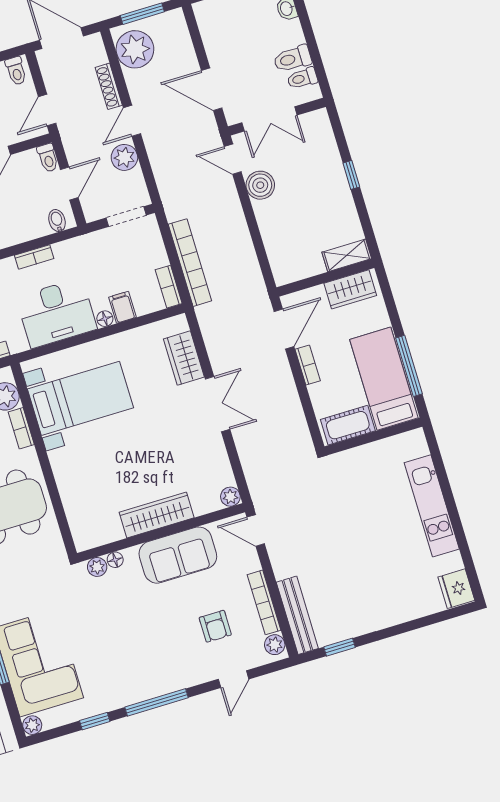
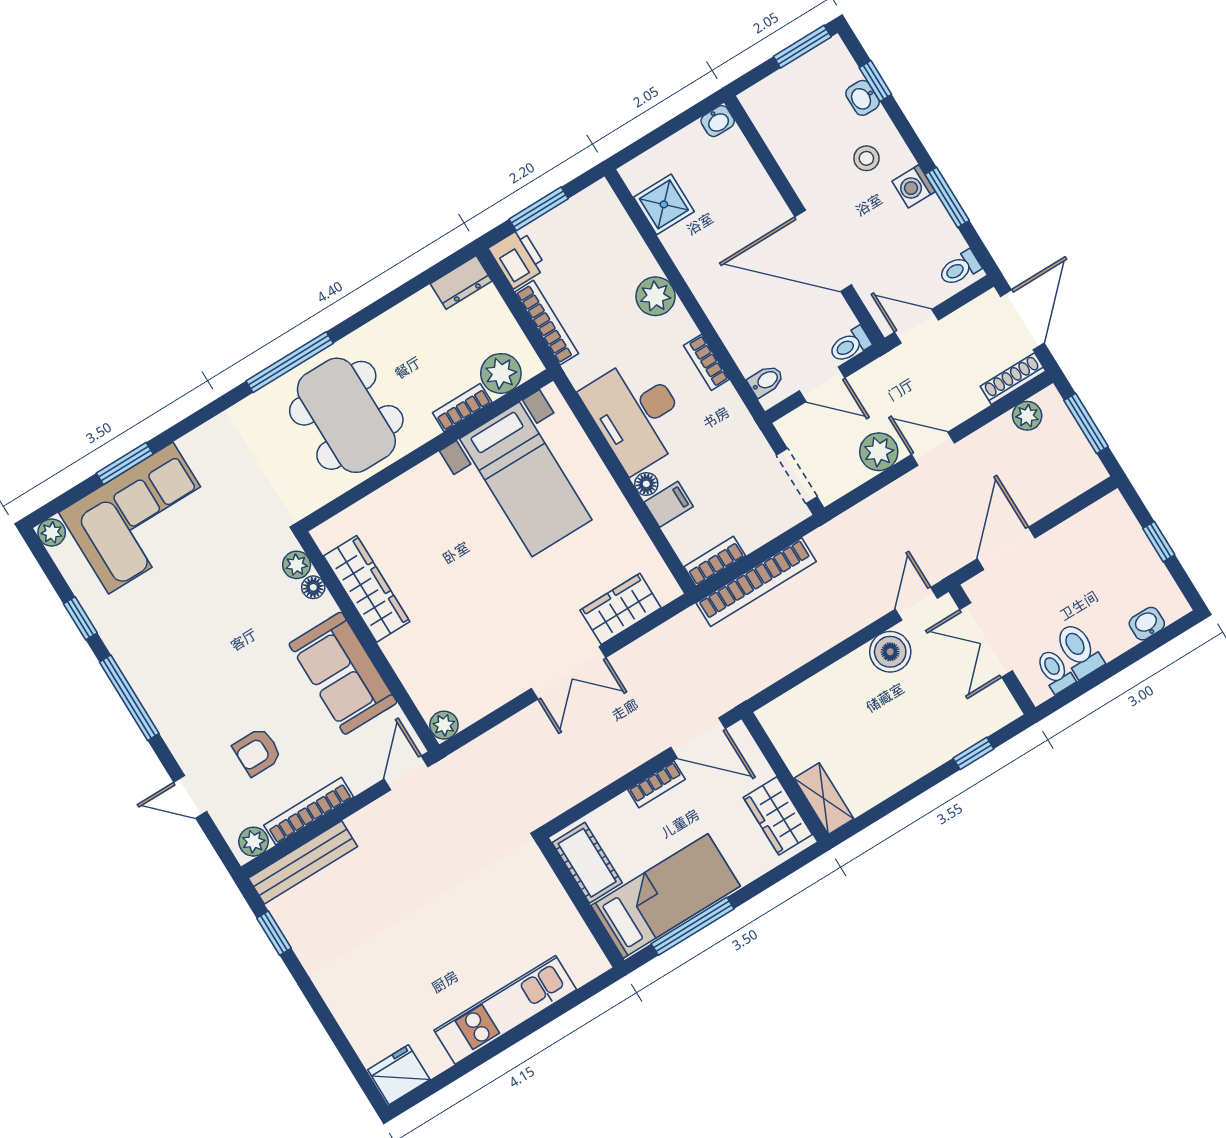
plant: (135, 49) -> (1027, 416), width x0.53, depth x0.53
shoe rack: (109, 86) -> (1013, 379), moved
window: (351, 175) -> (973, 753), moved
wardrobe: (157, 515) -> (367, 589), moved

